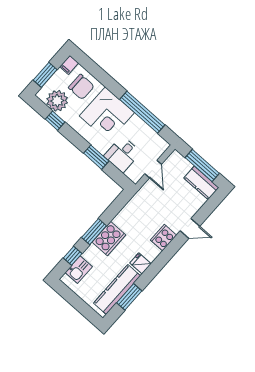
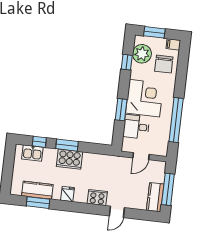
corner desk: (107, 114) -> (144, 98), moved, turned 180
door: (190, 229) -> (117, 212), hinge flipped
kitchen counter: (117, 289) -> (37, 190), width x0.67

